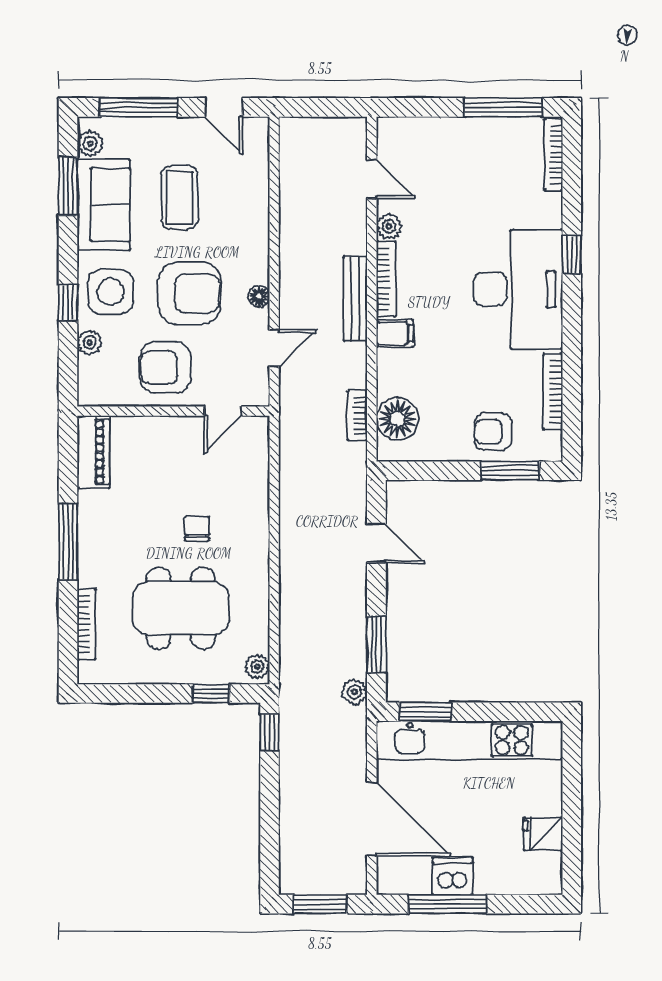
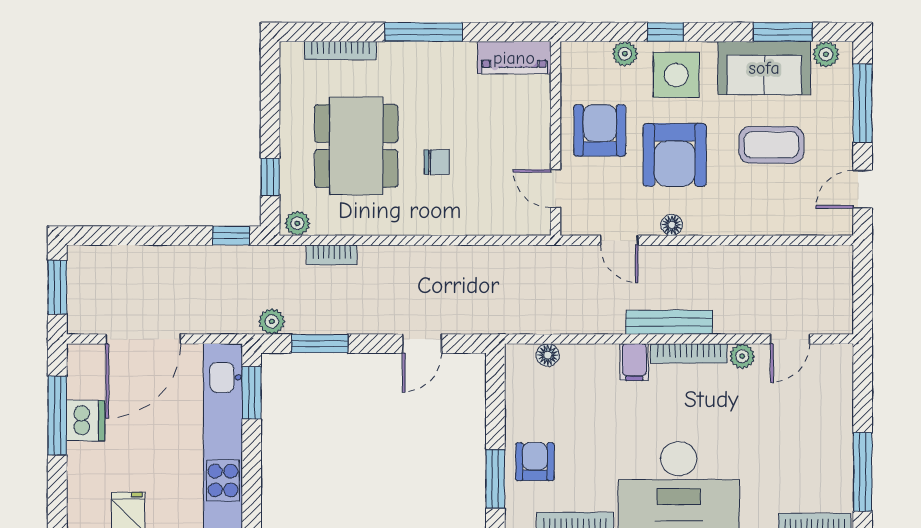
bookcase: (357, 416) -> (332, 255), moved, turned 180
floor lamp: (398, 419) -> (548, 355), width x0.53, depth x0.53

